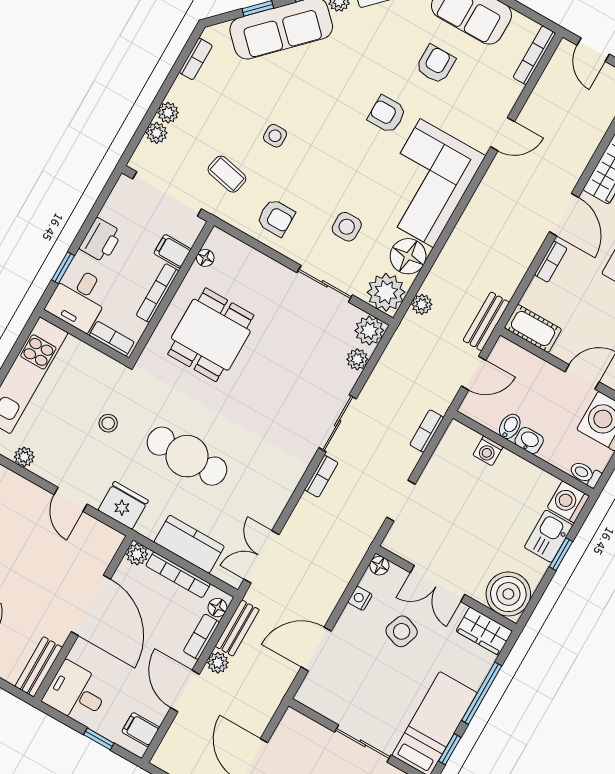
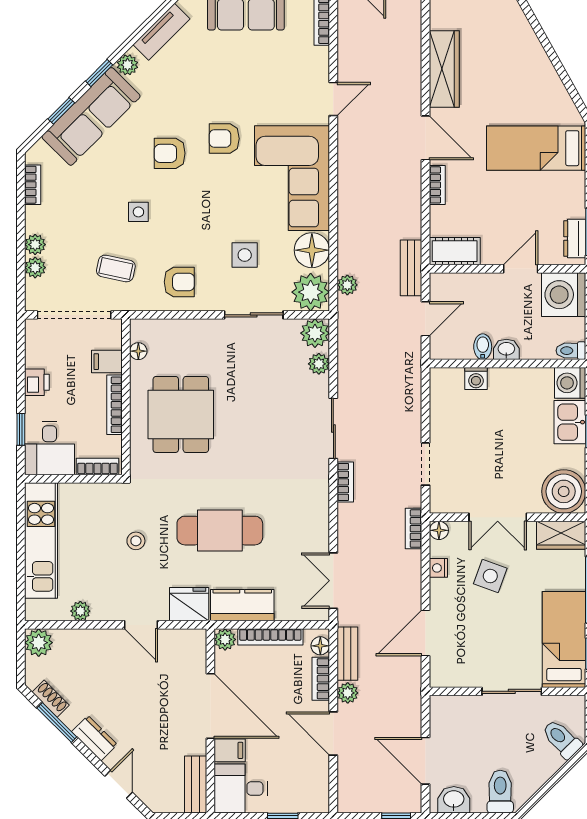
armchair: (436, 64) -> (170, 153), moved, turned -90
printer: (101, 240) -> (37, 382), width x0.73, depth x0.81
bookcase: (427, 431) -> (414, 529), moved
kitchen counter: (189, 544) -> (242, 605), moved
filing cabinet: (141, 730) -> (230, 750), moved, turned 180

